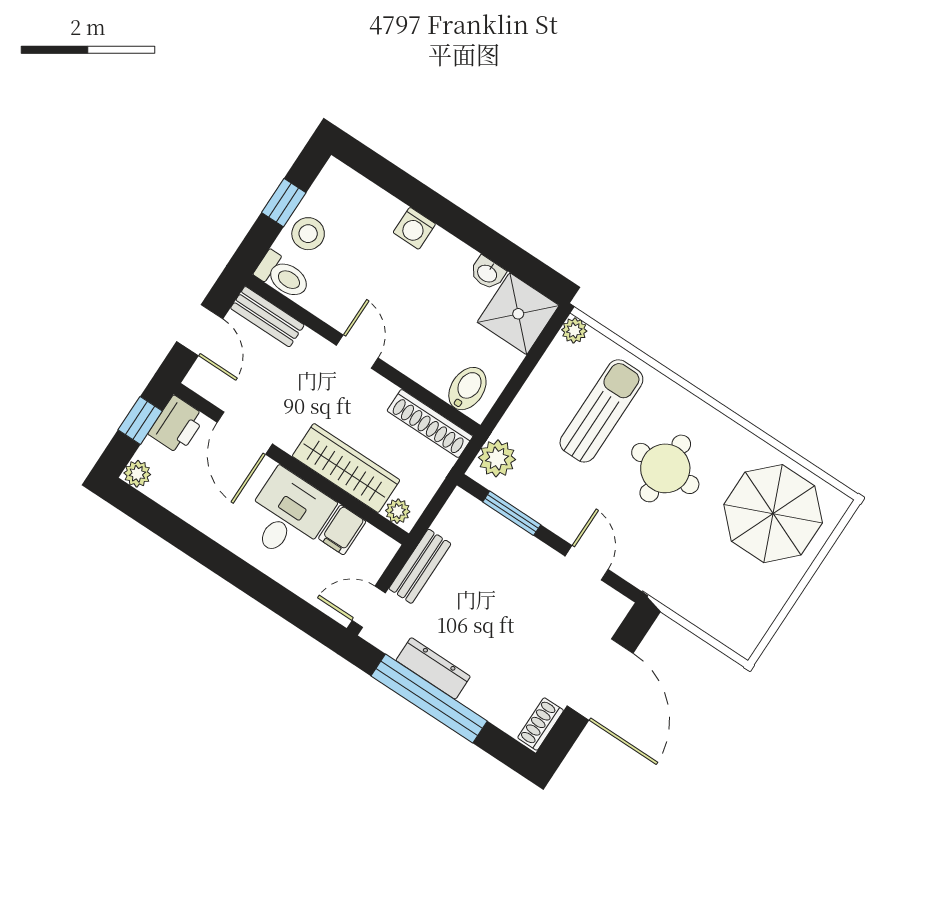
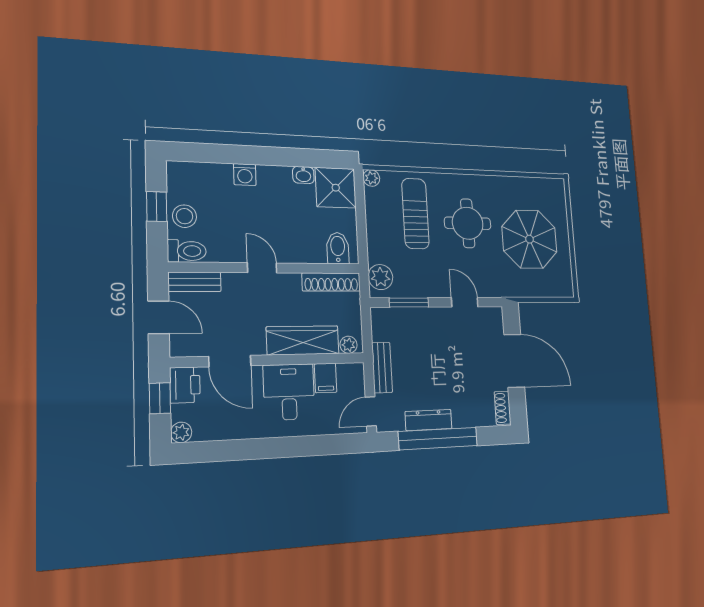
parasol: (773, 514) -> (529, 239), moved

